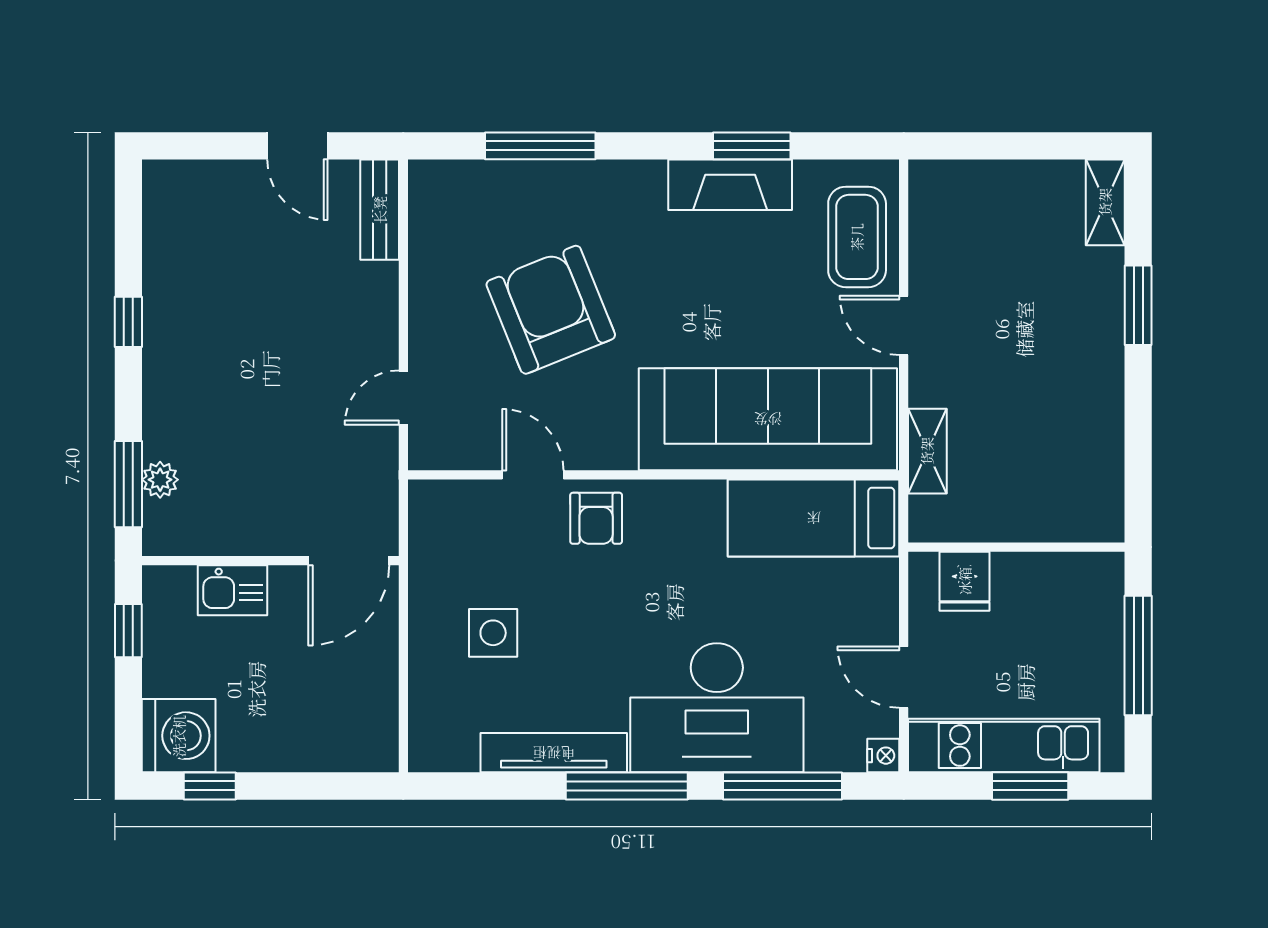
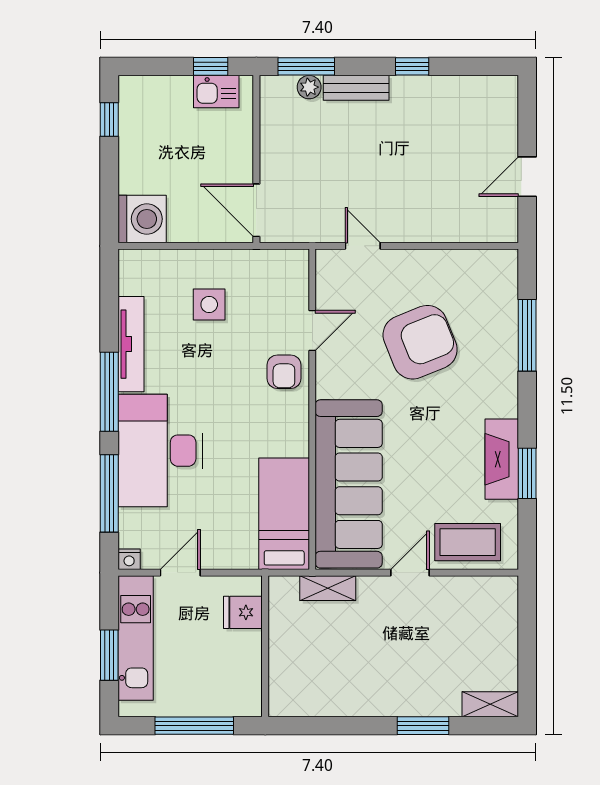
bench: (380, 210) -> (356, 88), moved
armchair: (596, 518) -> (284, 372), turned -90
kitchen sink: (233, 590) -> (216, 92), moved, turned -90
washing machine: (179, 736) -> (142, 219), moved, turned -90

